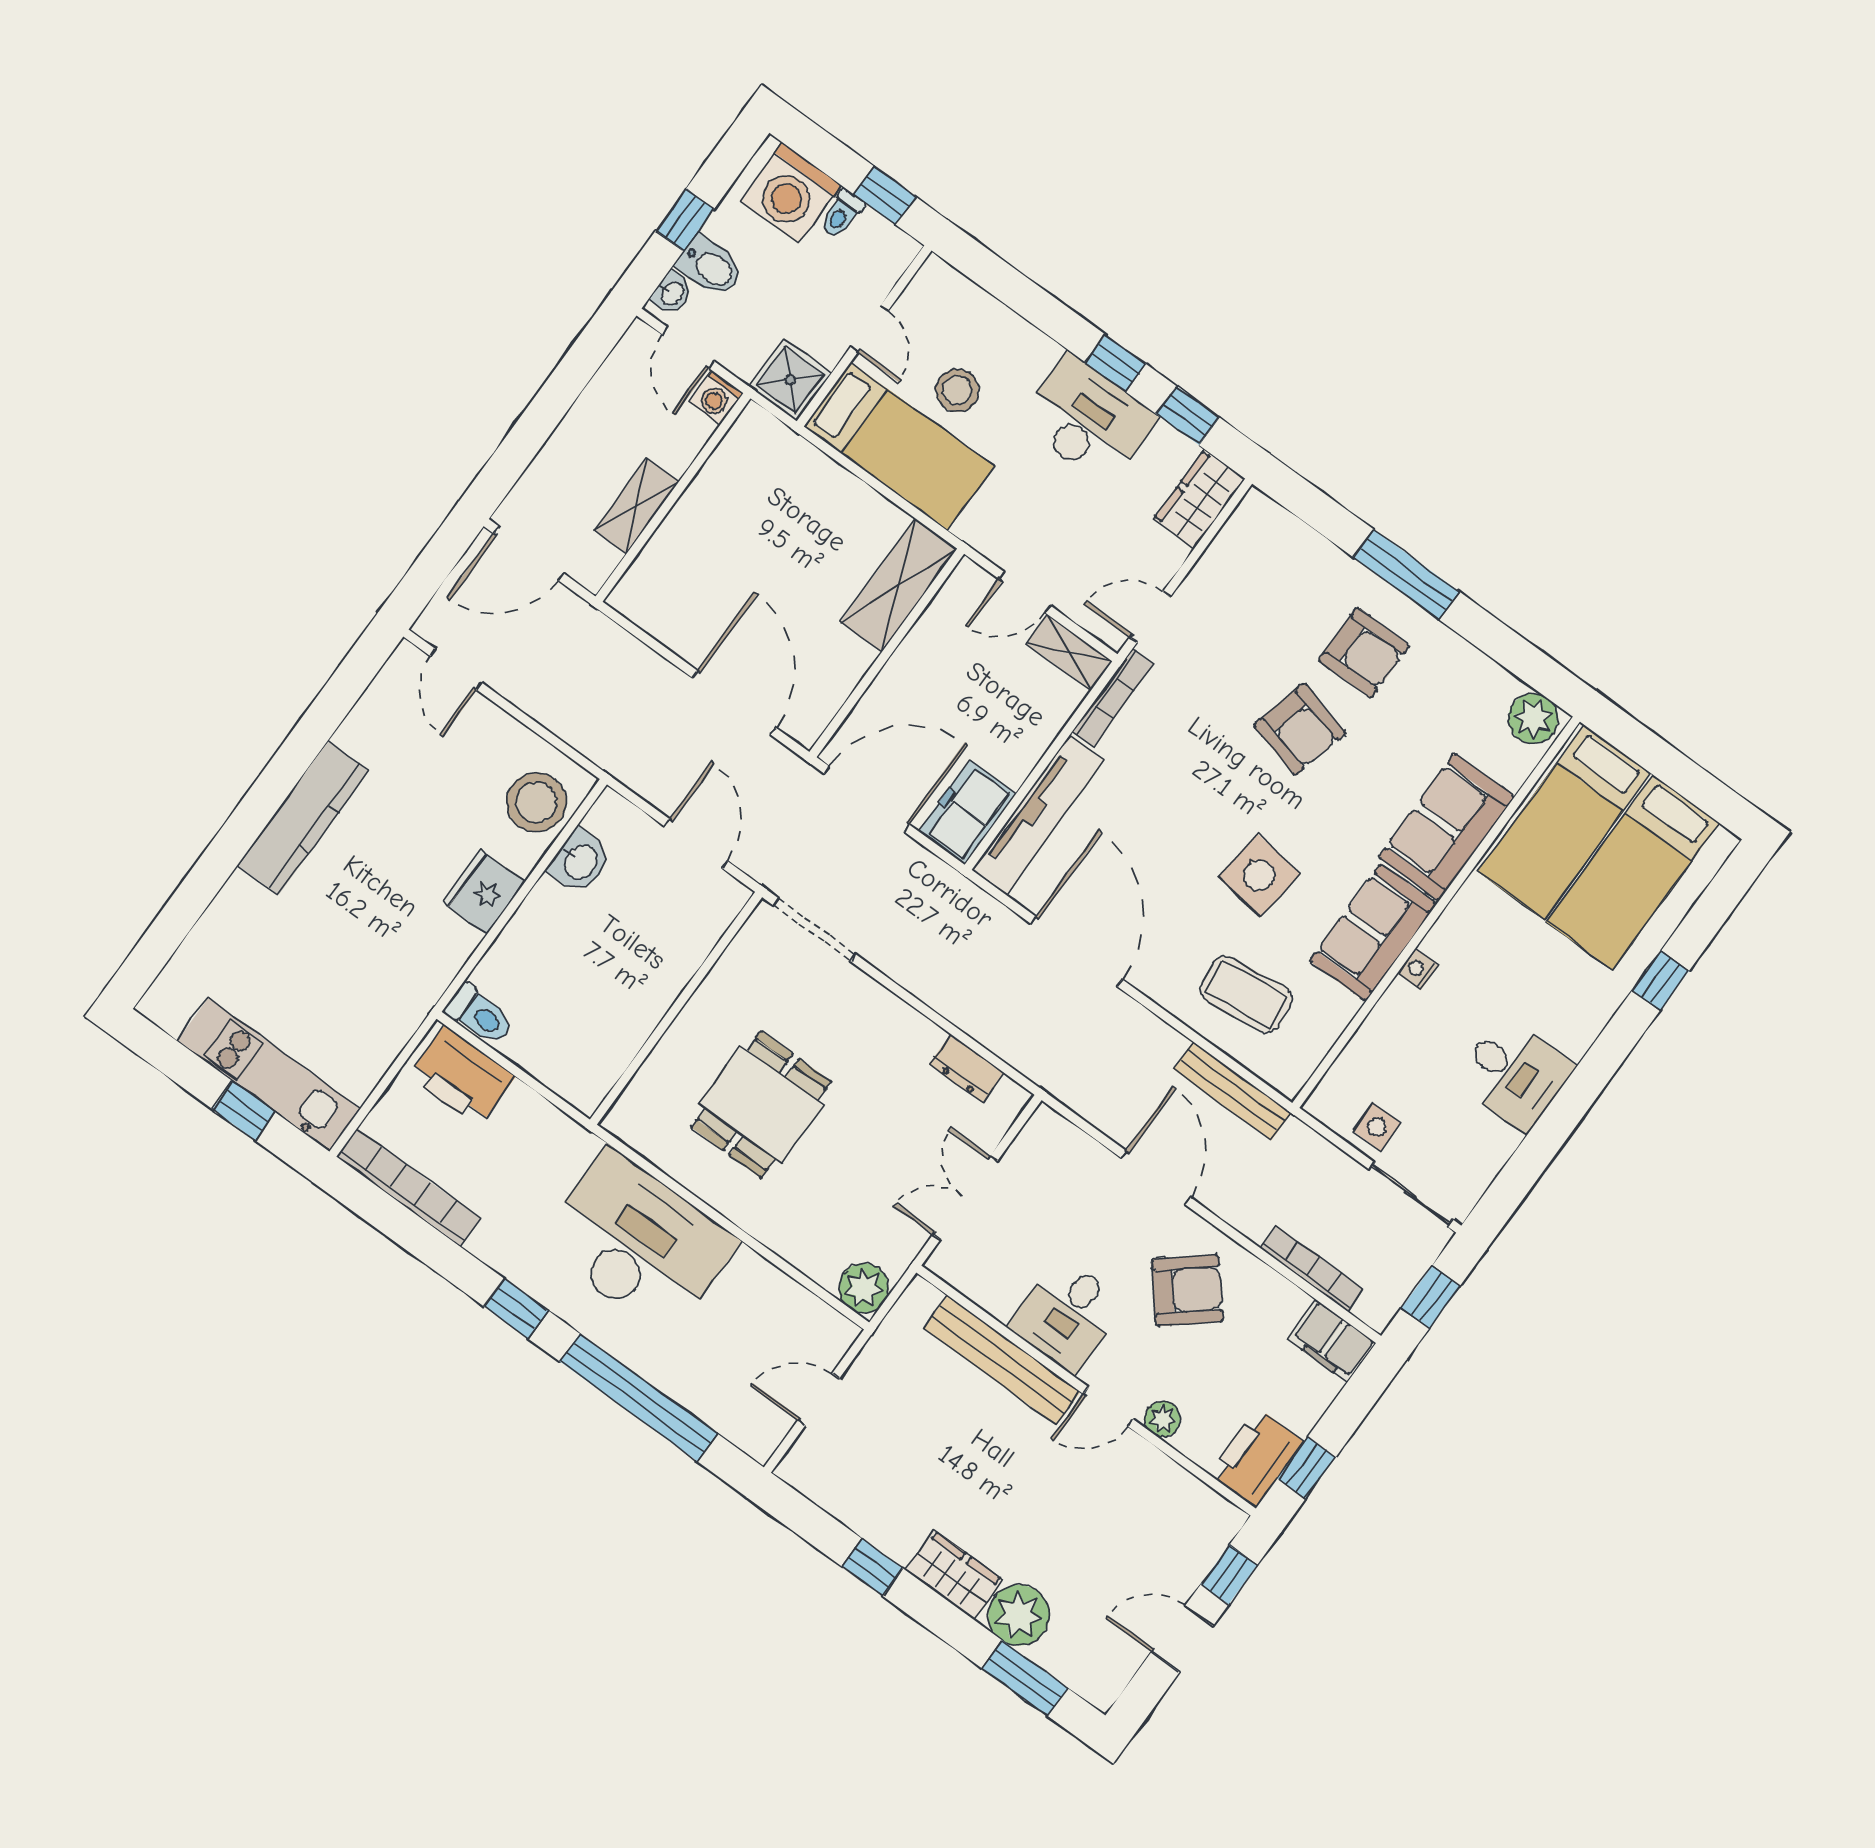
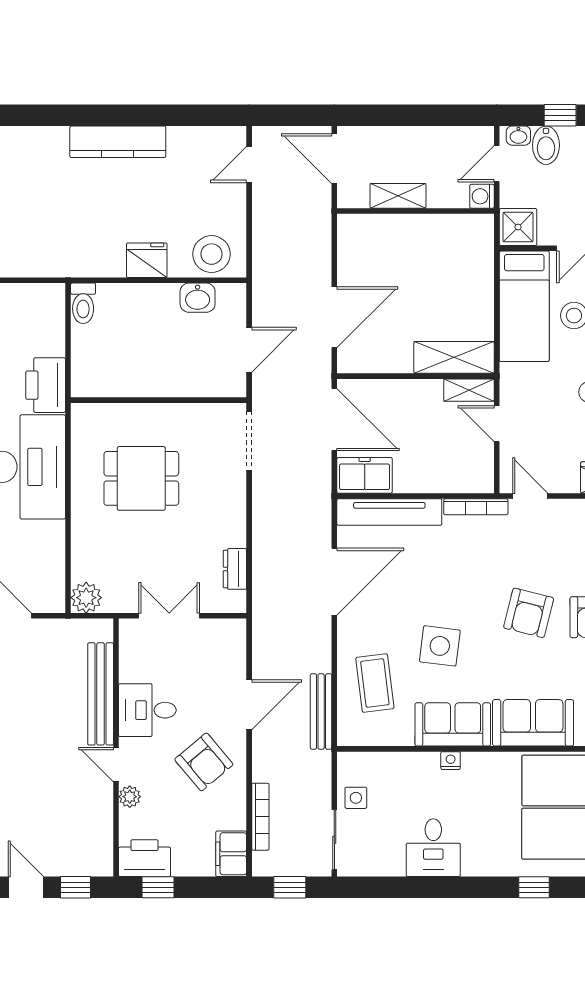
shelving: (1069, 652) -> (469, 390), moved, turned 90
printer: (462, 1076) -> (46, 385), moved

